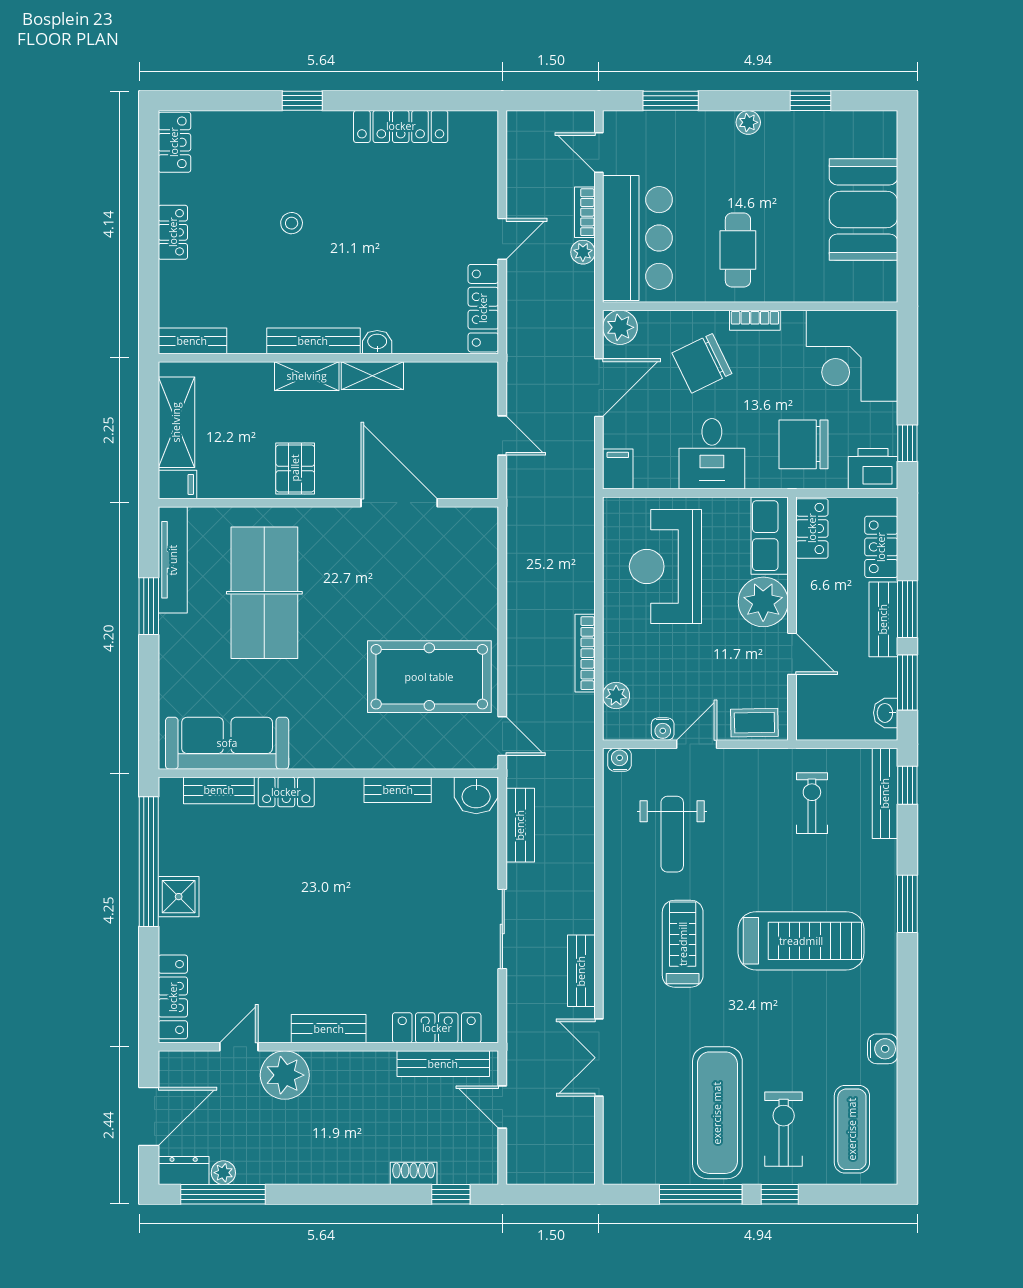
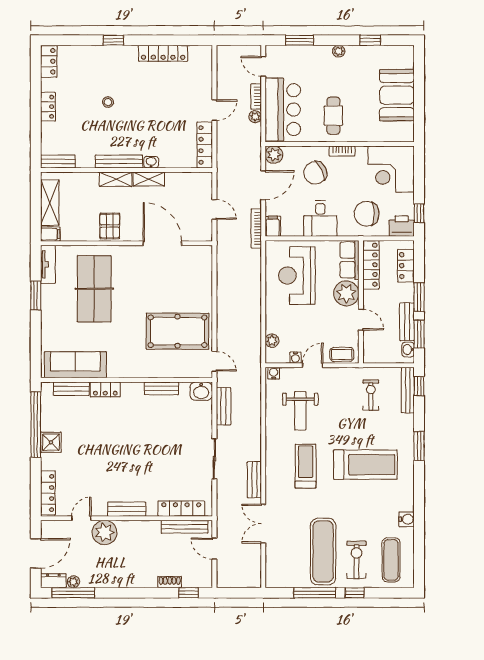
locker: (812, 528) -> (371, 265), width x1.53
tv unit: (173, 560) -> (48, 264), width x0.71
bench: (883, 619) -> (407, 322), moved
bookcase: (585, 653) -> (256, 228), moved

